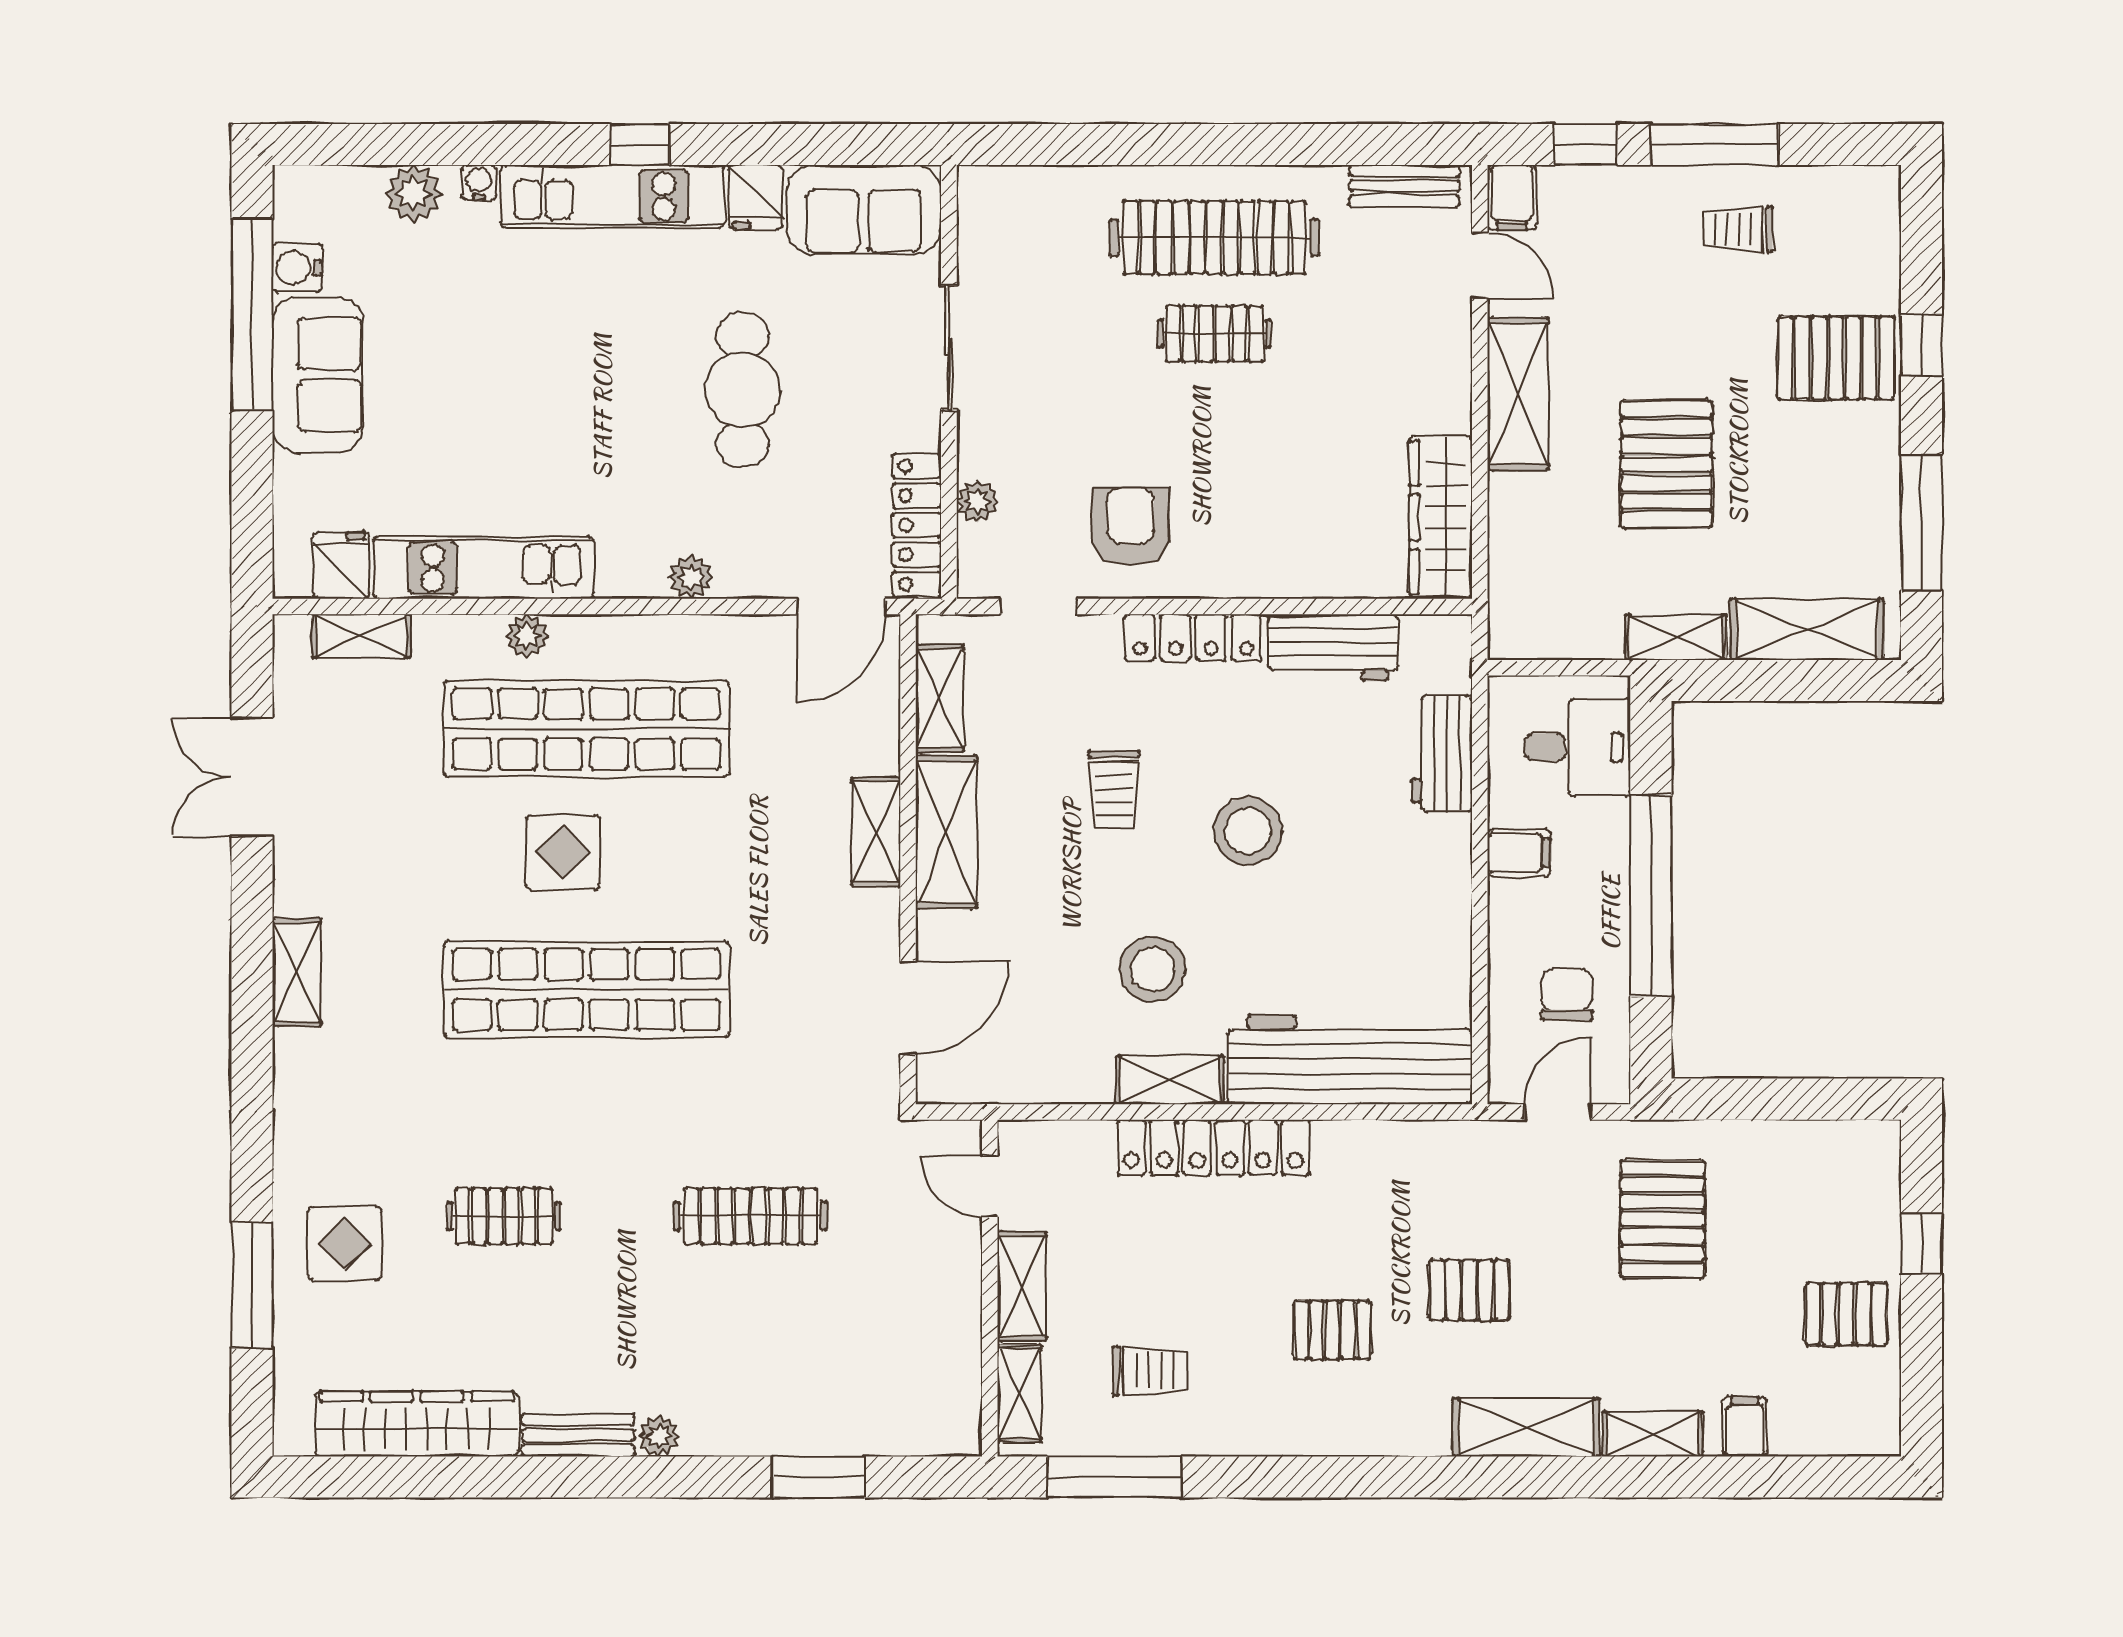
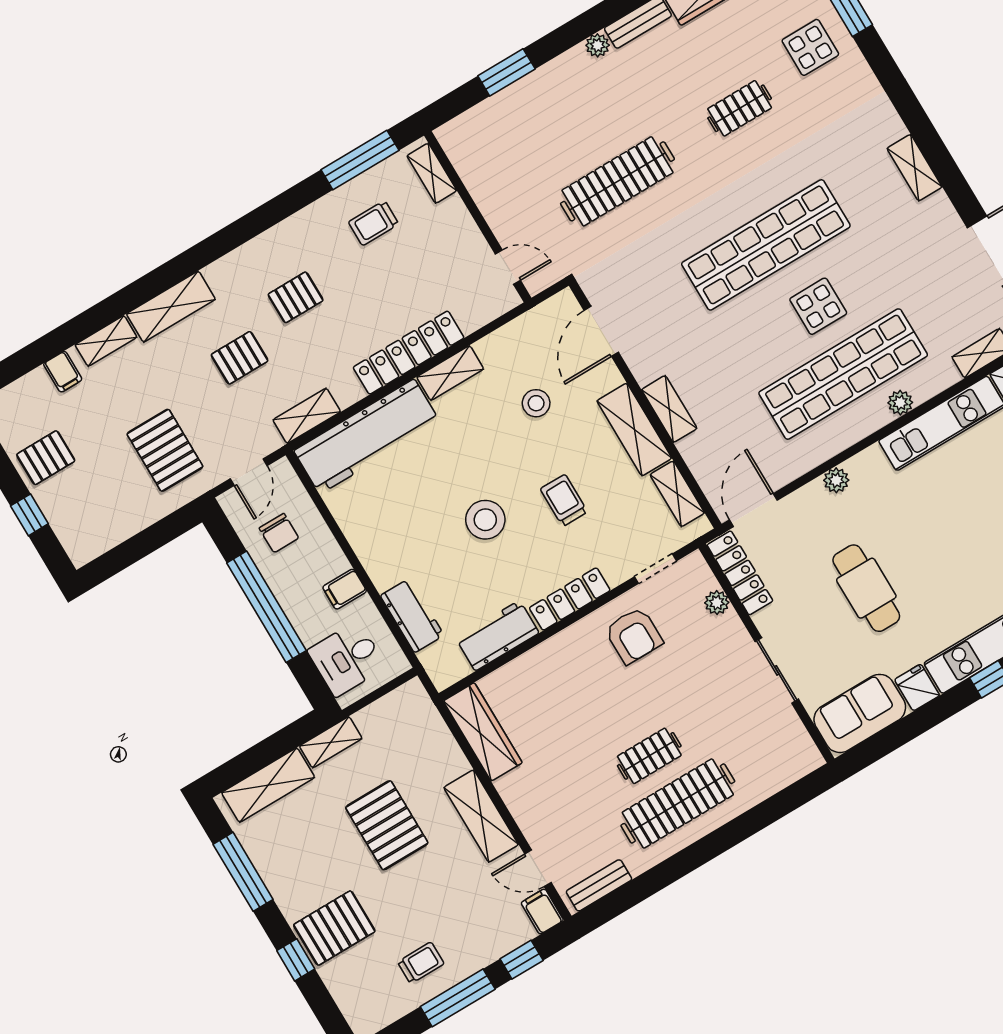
stool: (1152, 969) -> (536, 403), moved, width x0.73, depth x0.73
clothes rail: (750, 1216) -> (617, 181), width x1.37, depth x1.31
shelving: (1022, 1286) -> (307, 416), moved, turned 90

